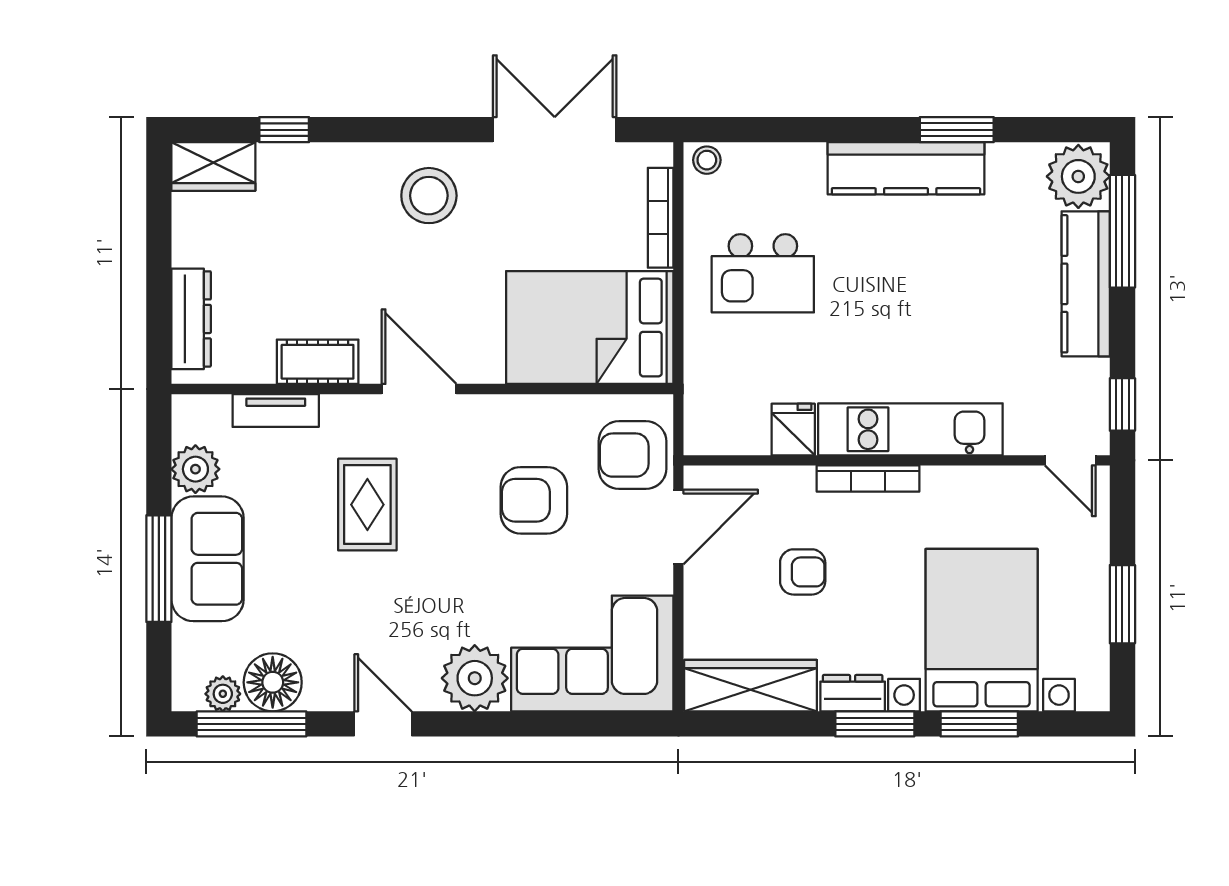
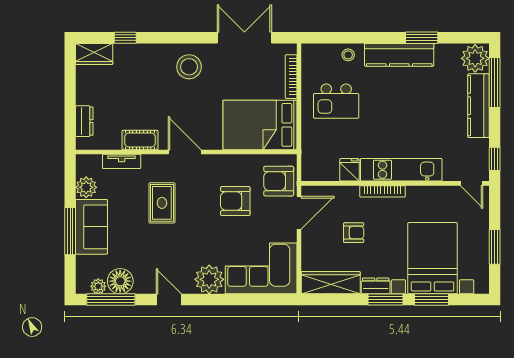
stool: (707, 160) -> (348, 55), moved
dresser: (191, 319) -> (84, 121), width x0.70

